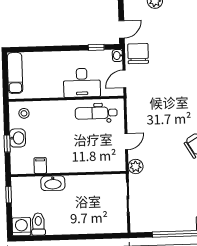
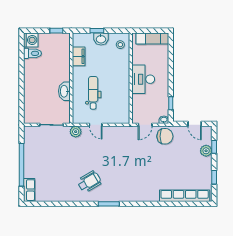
door: (122, 29) -> (195, 124), moved
door: (124, 79) -> (145, 125), swing flipped
desk: (82, 83) -> (143, 79), moved
dental chair: (96, 113) -> (93, 93), moved
filing cabinet: (40, 166) -> (79, 56), width x2.00
washbasin: (53, 183) -> (64, 91), moved

